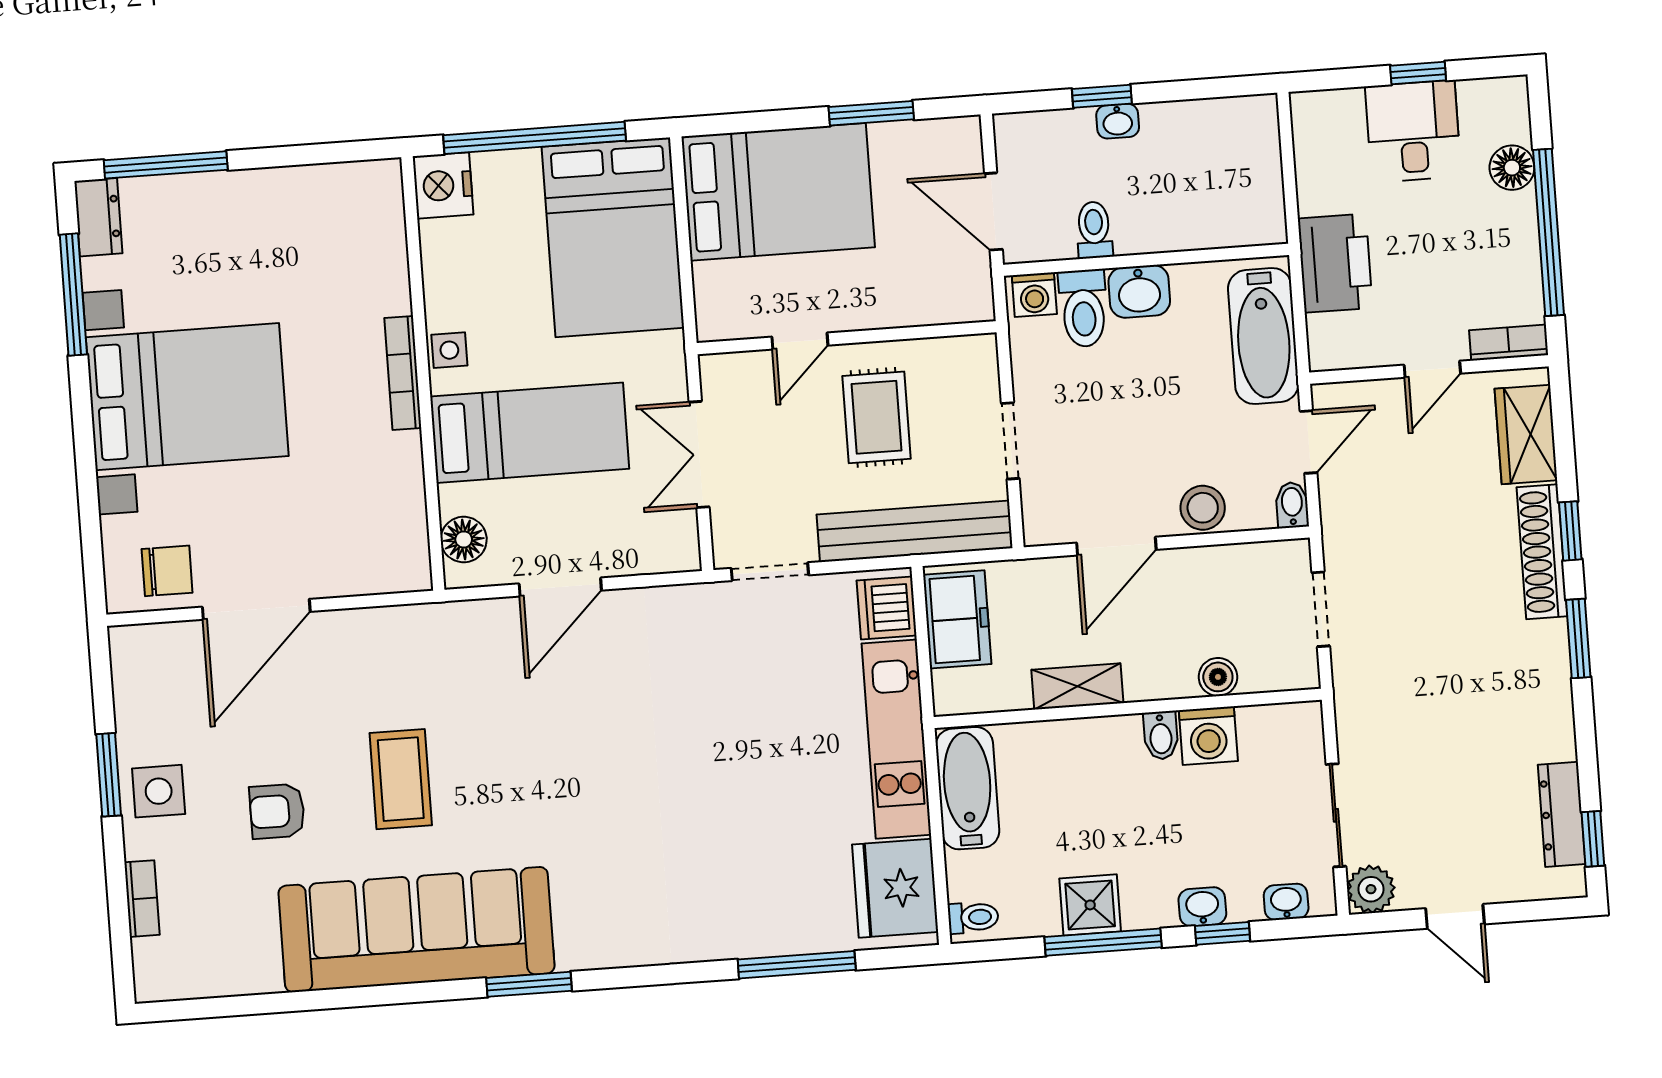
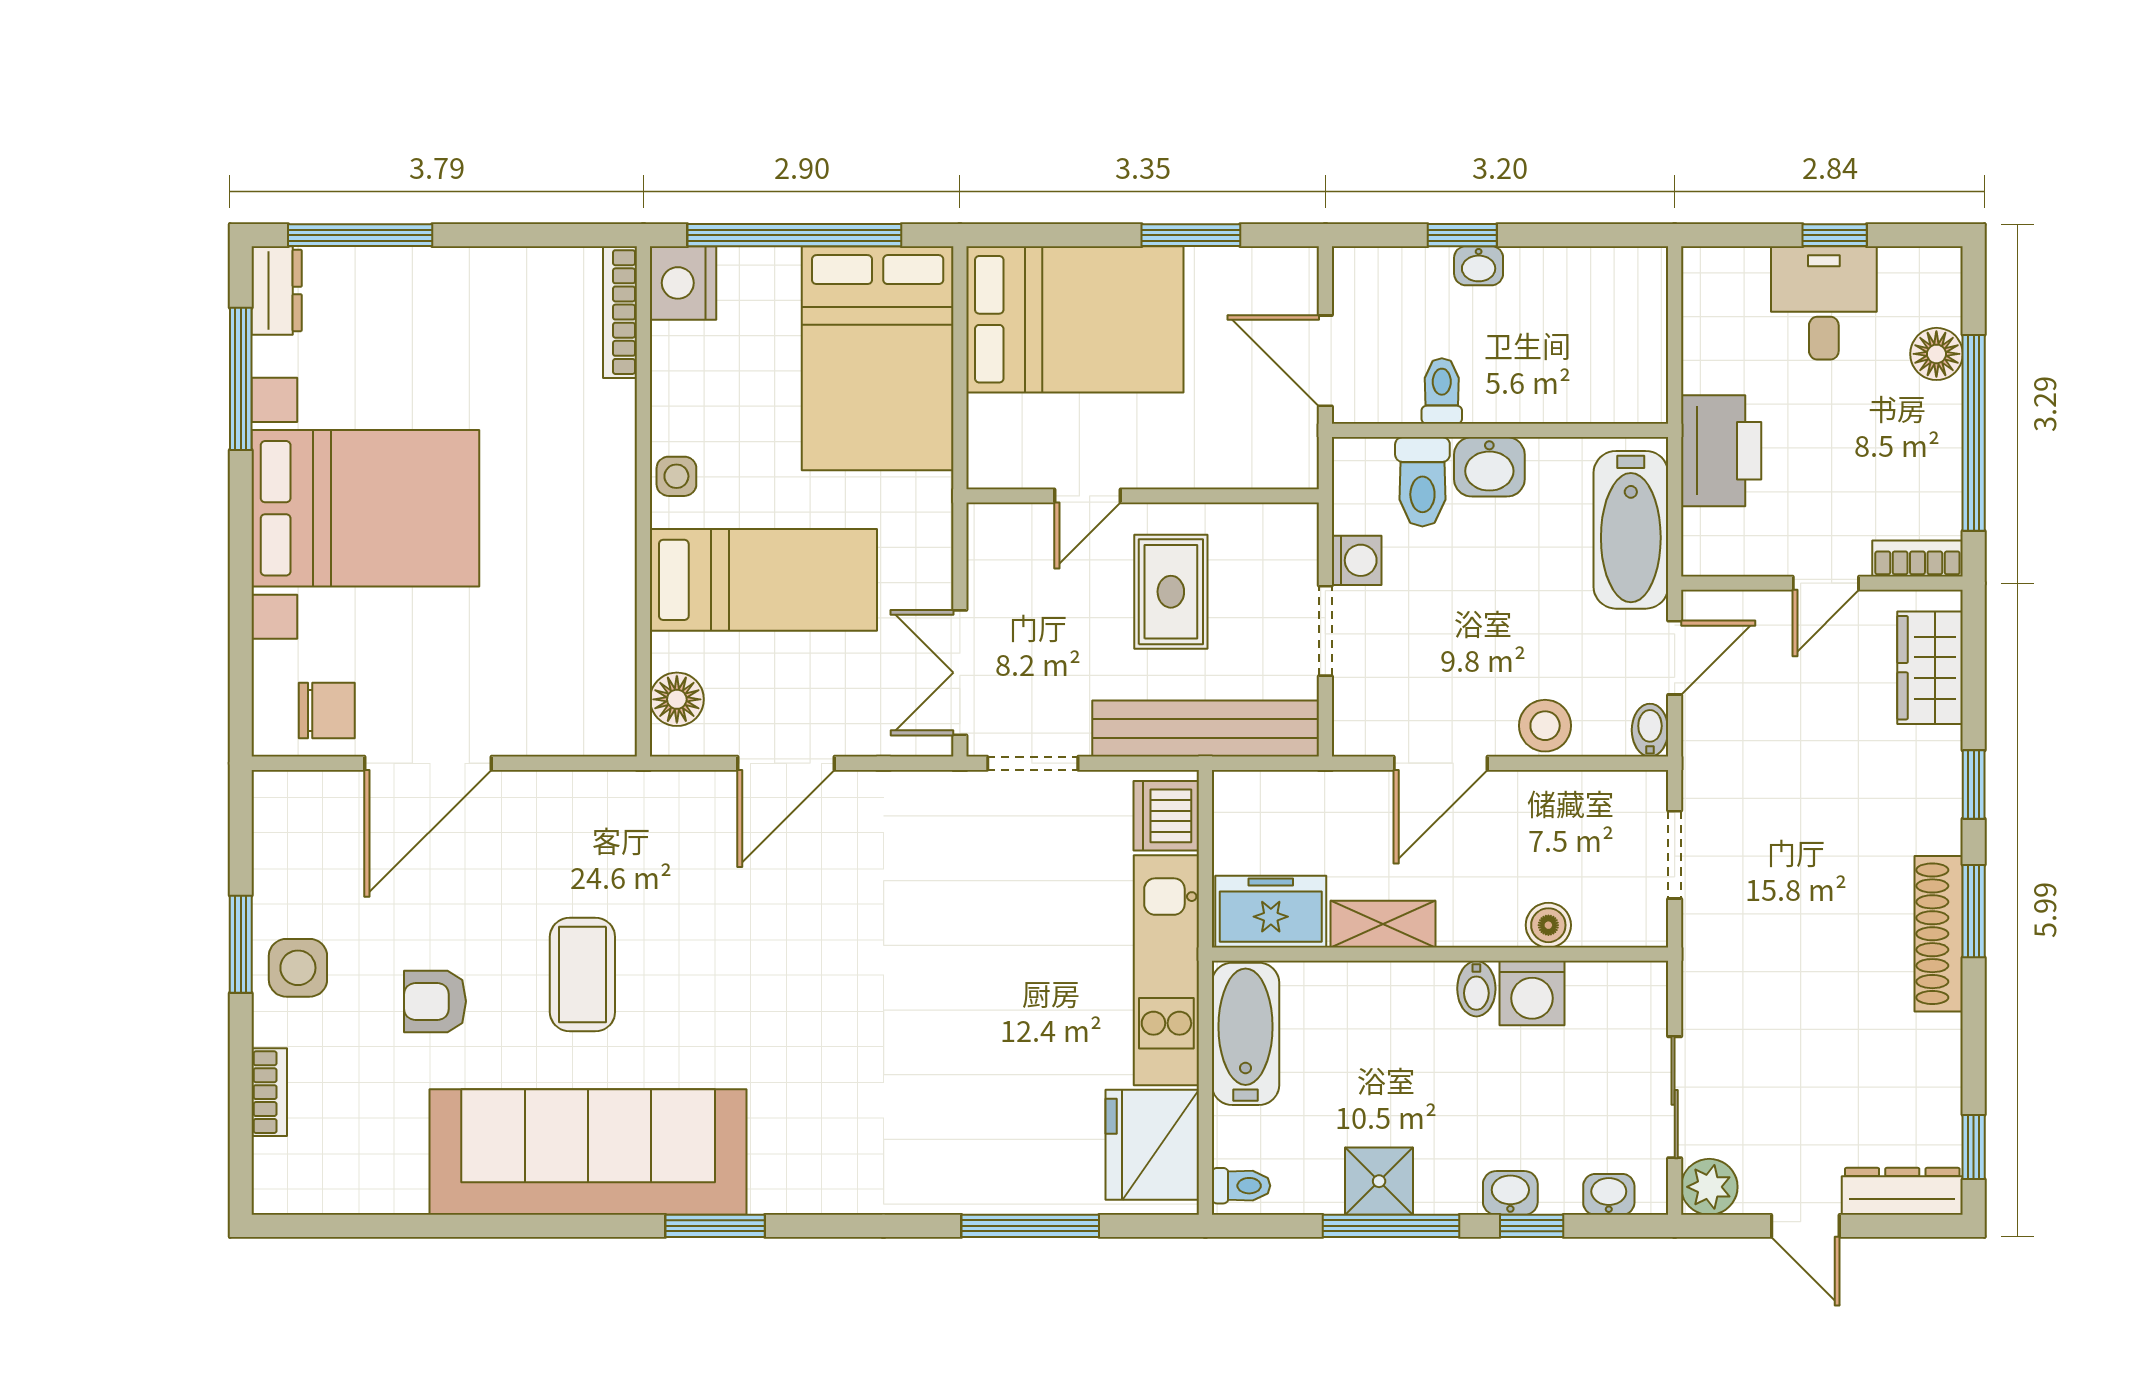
washing machine: (1034, 295) -> (1357, 560), moved, turned -90
bookcase: (403, 373) -> (620, 312), moved
double door: (699, 454) -> (960, 673), moved
shoe rack: (1542, 552) -> (1939, 934), moved
freezer: (957, 619) -> (1271, 912), moved, turned -90
dresser: (1562, 814) -> (1902, 1191), moved, turned 90

